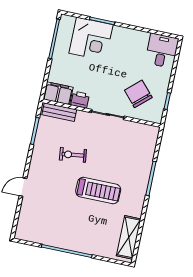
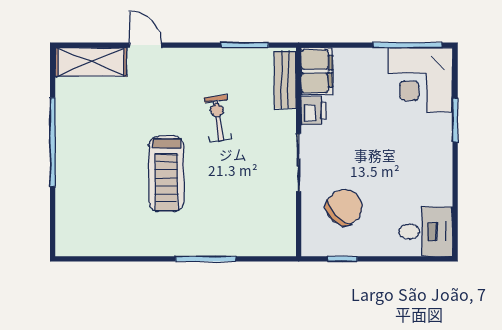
corner desk: (91, 39) -> (420, 80), moved
shelving: (129, 237) -> (91, 62), moved

